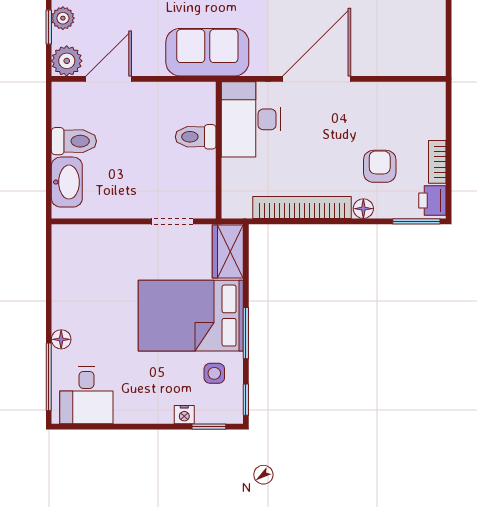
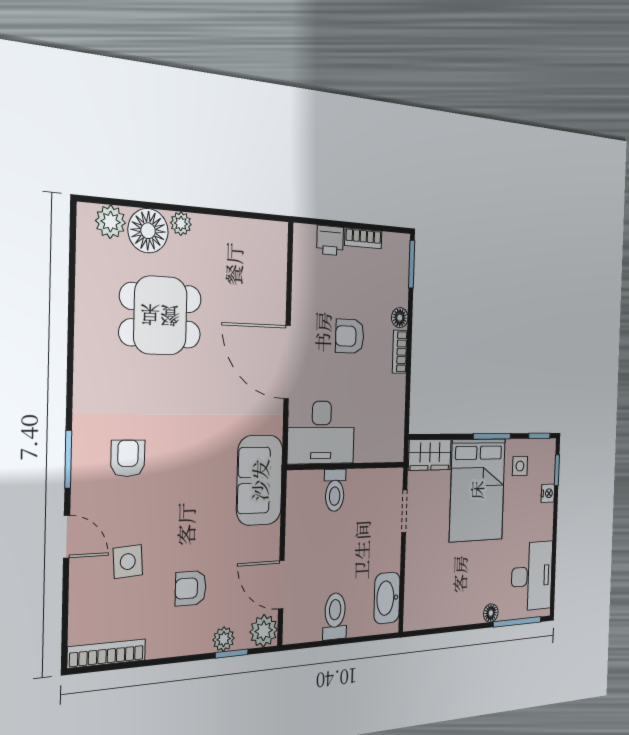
armchair: (380, 166) -> (350, 336), moved
washbasin: (67, 182) -> (387, 598), moved, turned -90
printer: (432, 200) -> (330, 240), moved
bookcase: (302, 207) -> (400, 352), width x0.43, depth x0.76
desk: (86, 395) -> (532, 576), width x1.37

